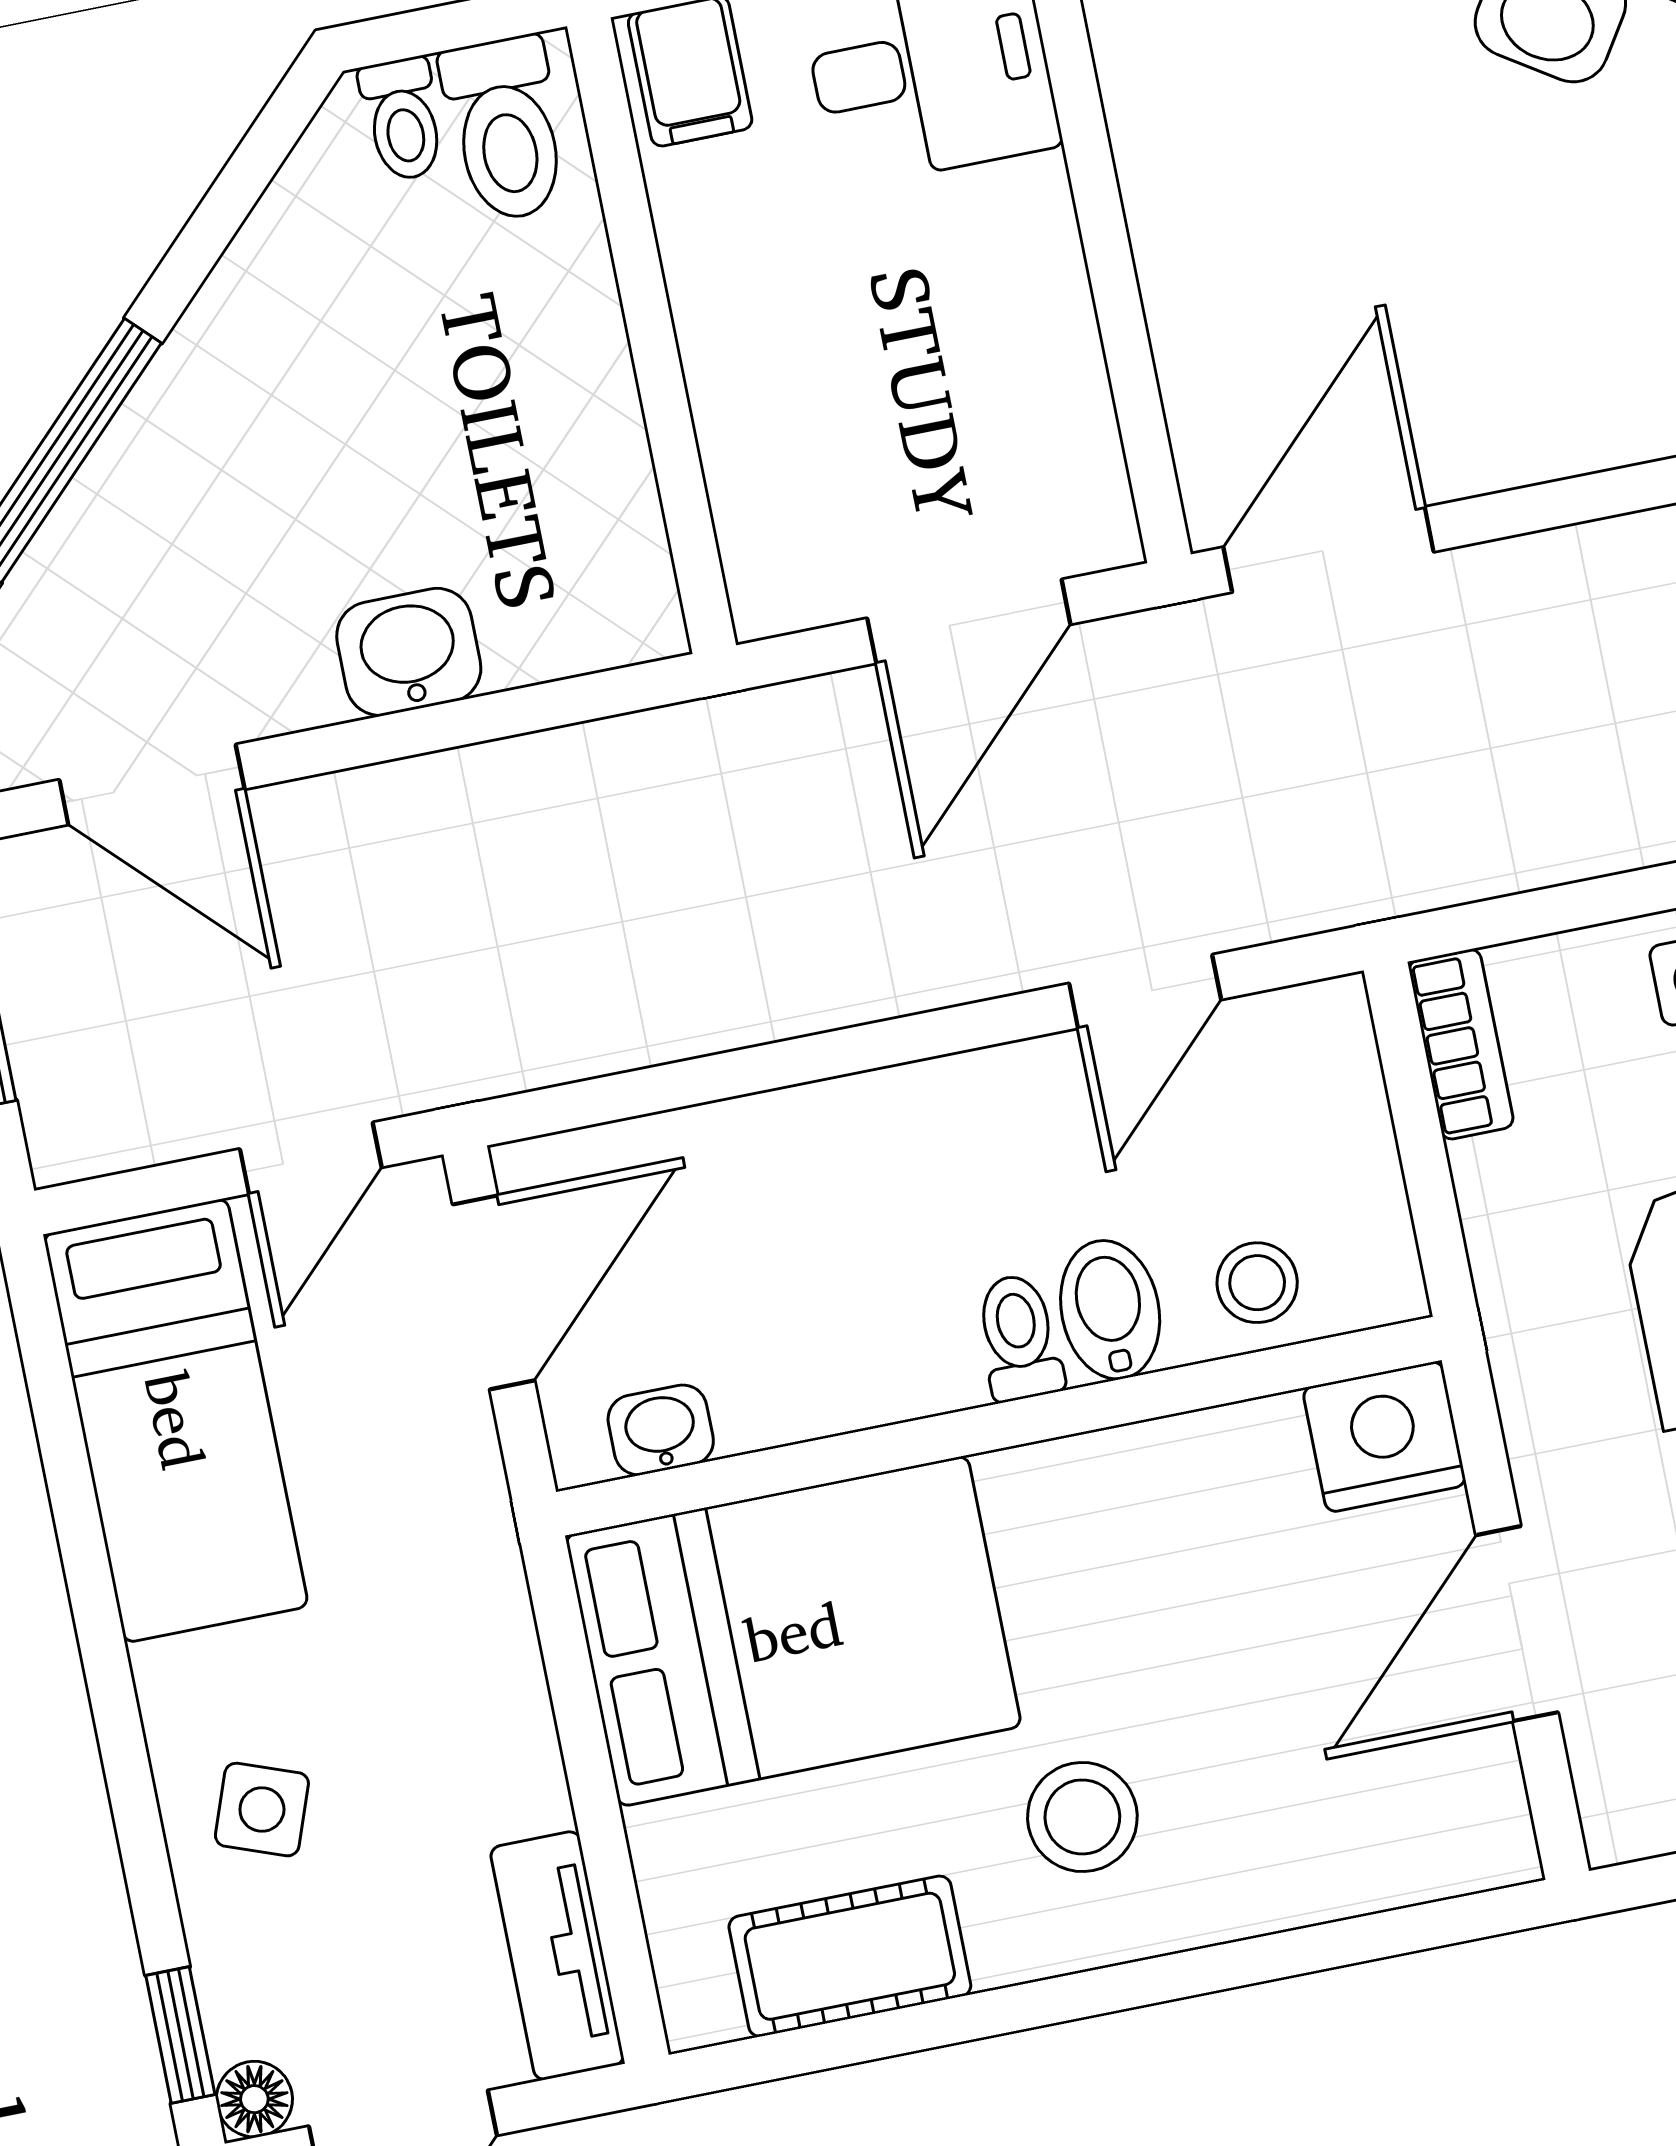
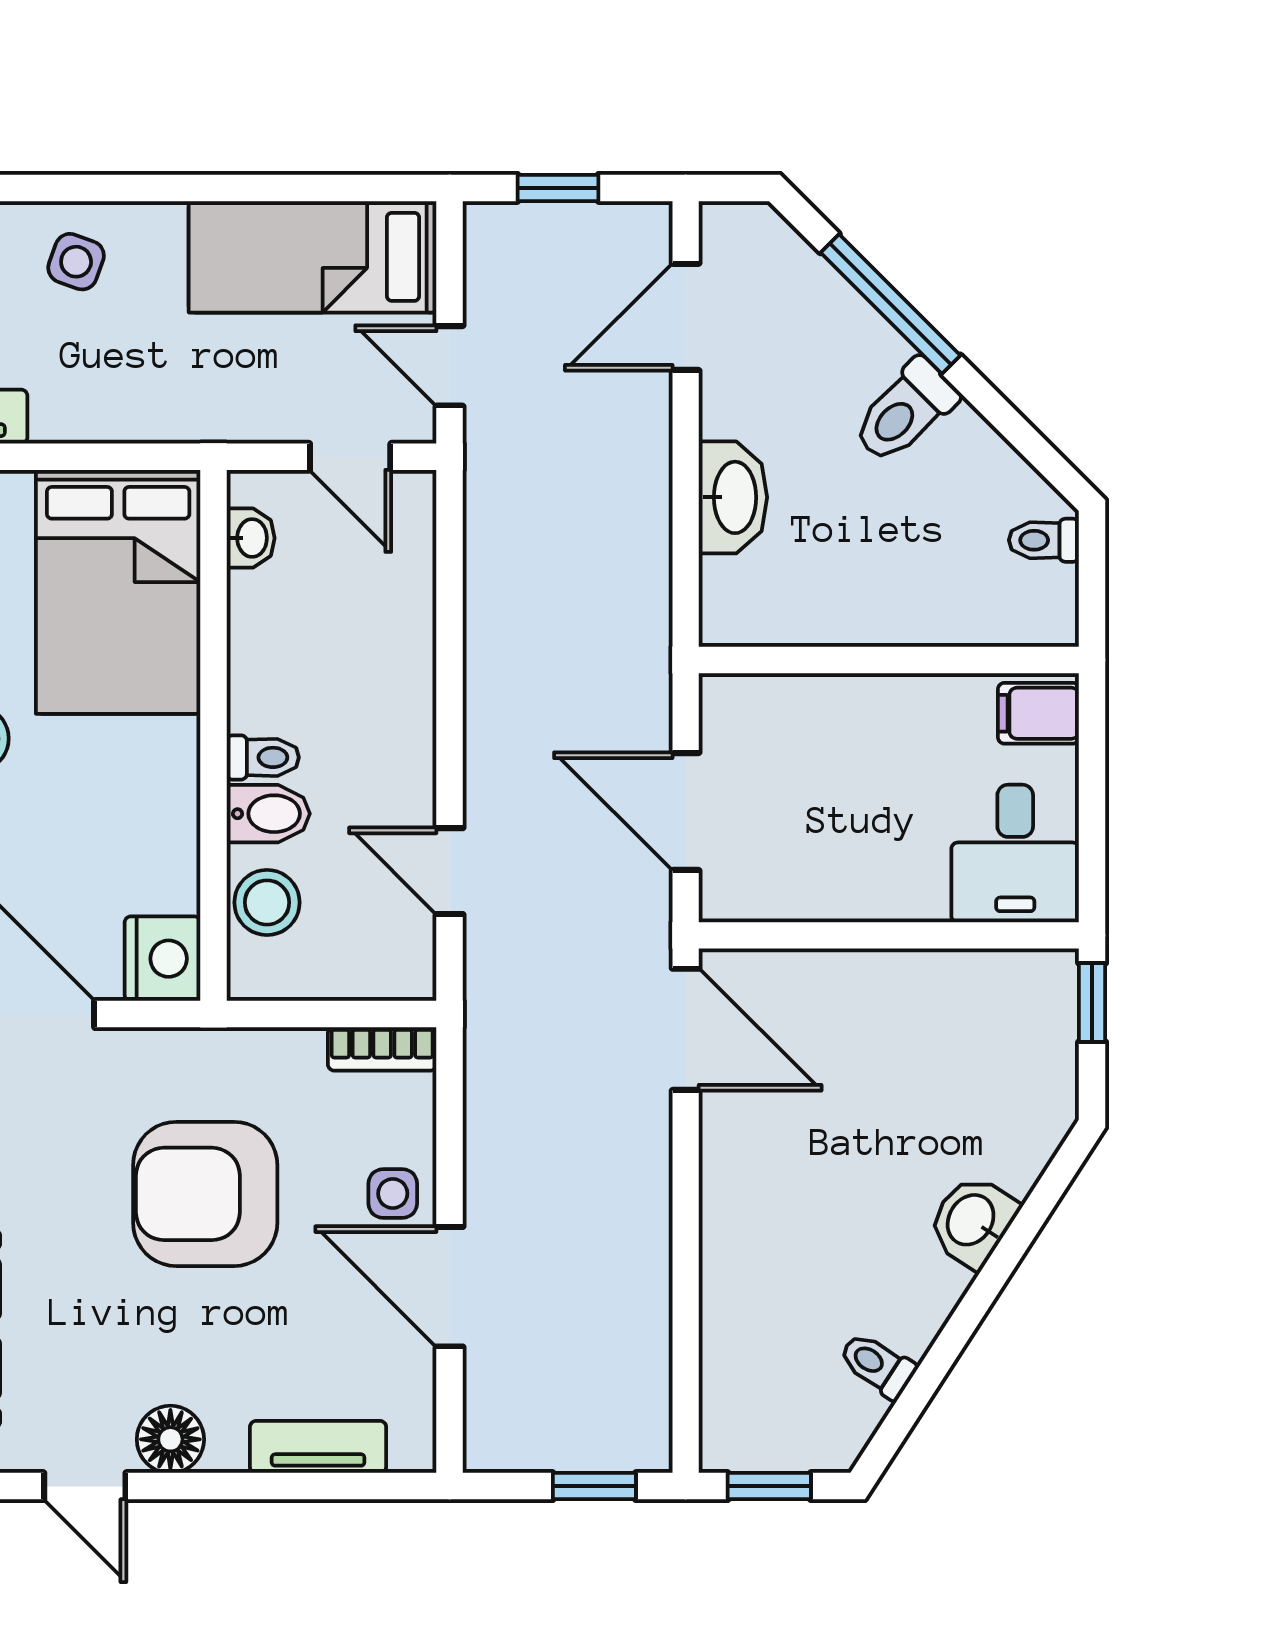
toilet: (505, 129) -> (905, 411), moved, turned -45
washbasin: (409, 652) -> (733, 497), width x1.38
stool: (1257, 1283) -> (267, 902), width x1.37, depth x1.37
door: (494, 1292) -> (350, 457), width x0.73

